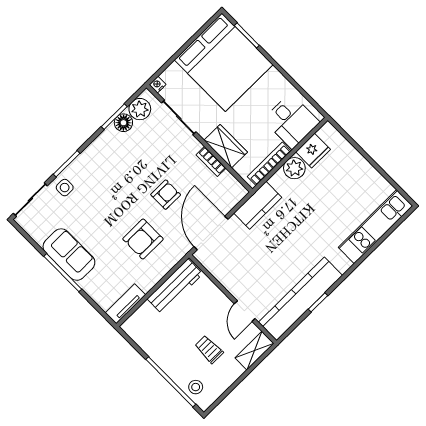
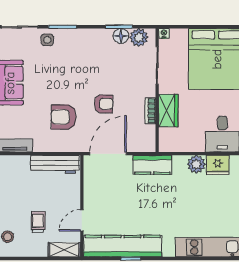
bookcase: (269, 164) -> (184, 147), removed

